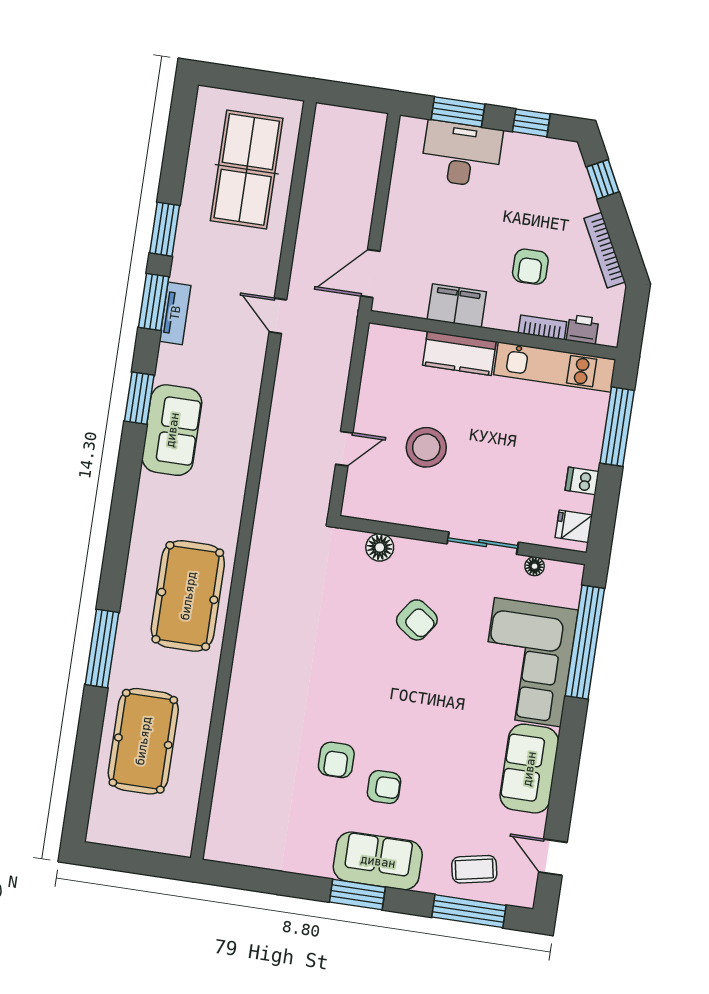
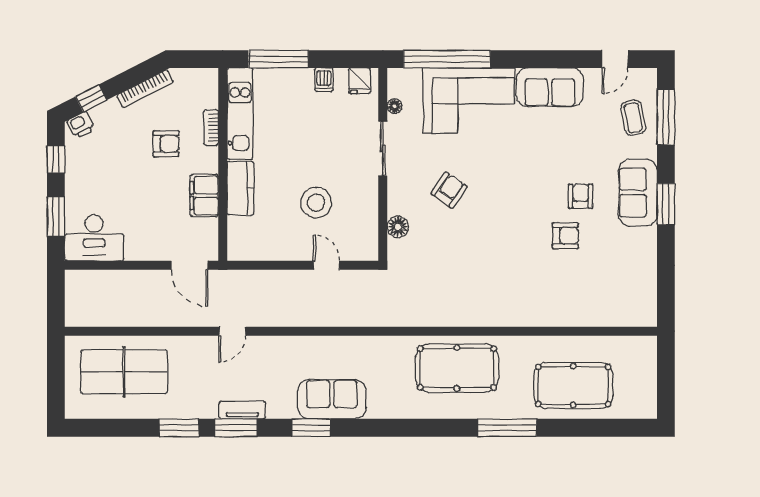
desk: (462, 154) -> (94, 238), moved, turned -90
printer: (583, 329) -> (81, 125), moved, turned -117

